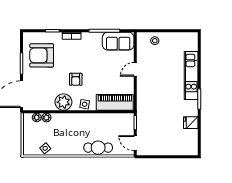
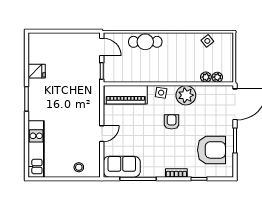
kitchen unit: (191, 75) -> (36, 149), moved

